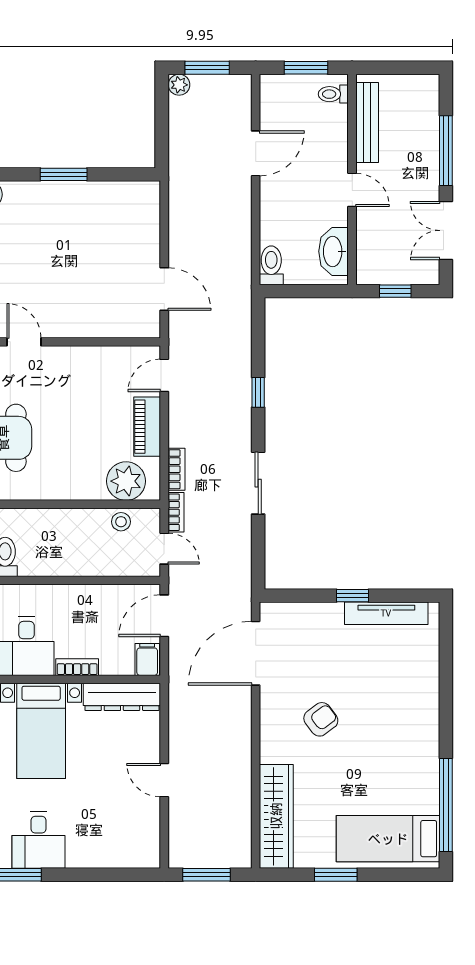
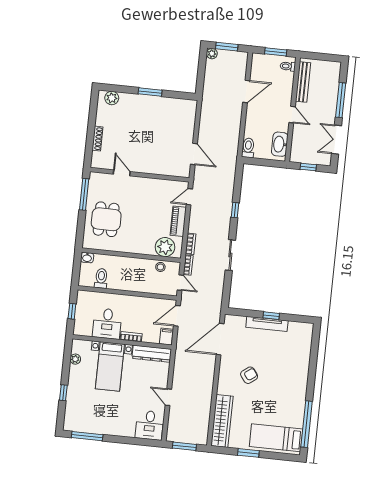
tv unit: (386, 613) -> (267, 324), moved
desk: (38, 840) -> (150, 425), moved

